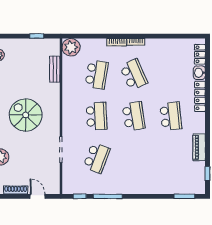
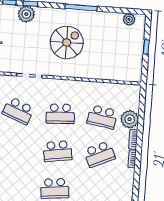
window: (37, 36) -> (146, 47), moved
plant: (71, 47) -> (130, 119), moved
bench: (55, 69) -> (111, 75), removed

